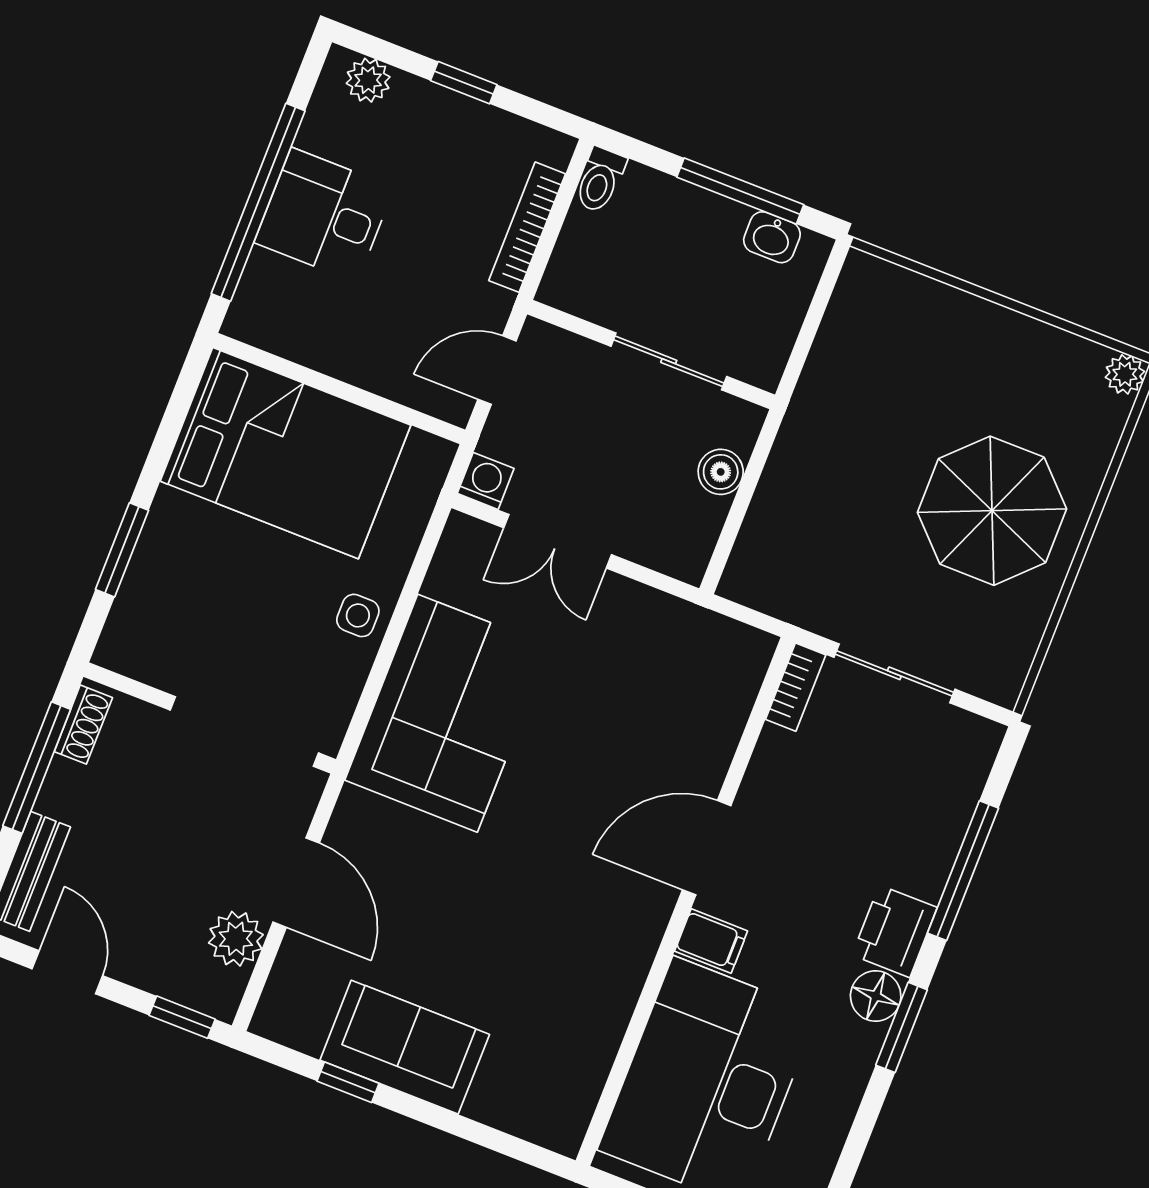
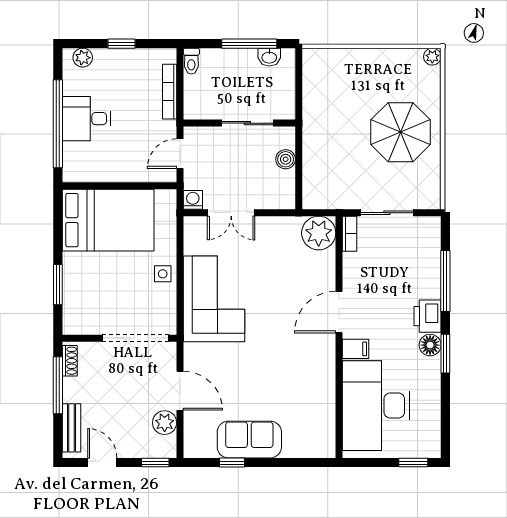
plant: (730, 659) -> (319, 233), added

